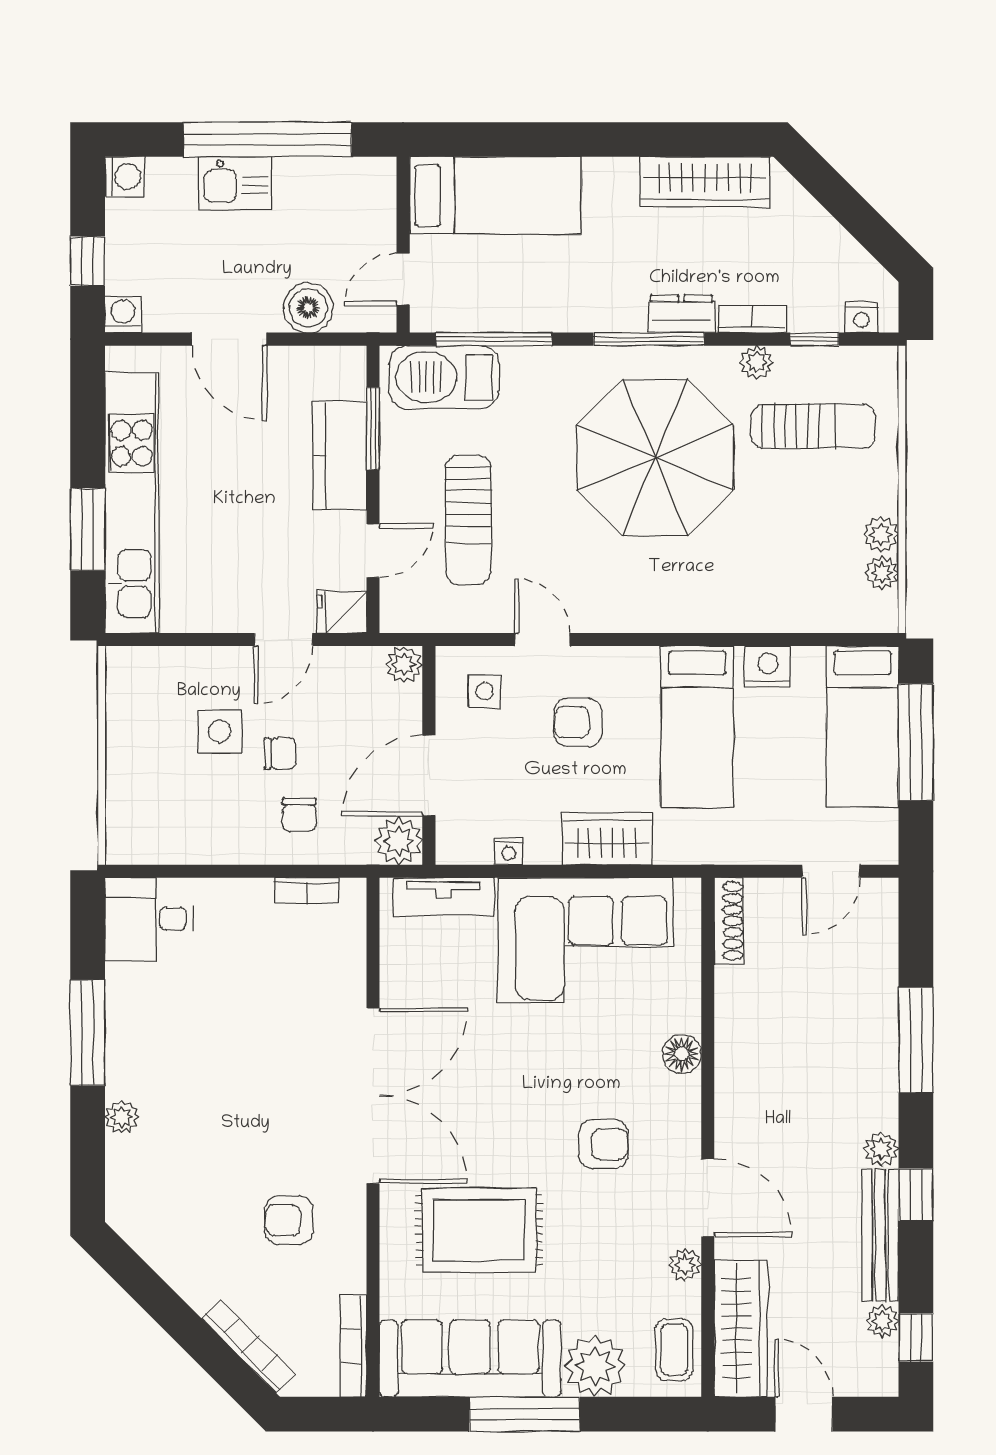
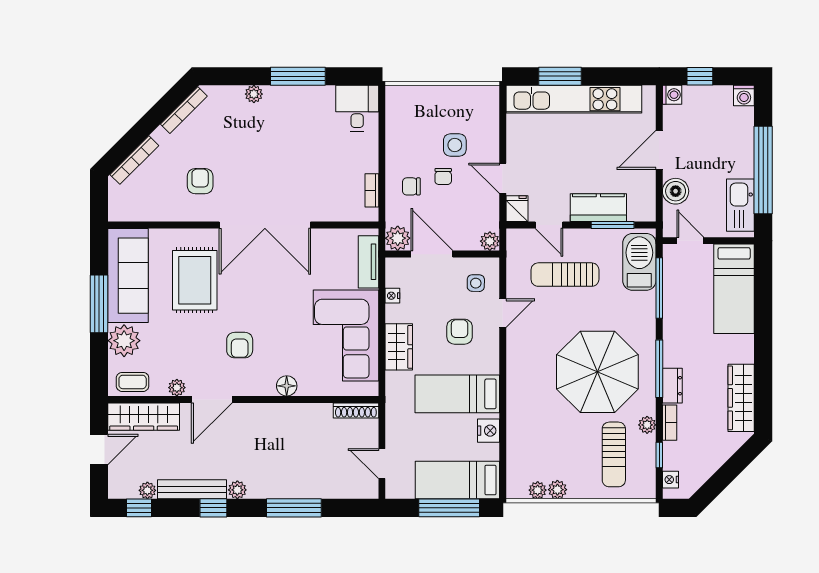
kitchen sink: (235, 183) -> (740, 205), moved, width x1.38
bookcase: (354, 1346) -> (184, 110), moved, turned 135

